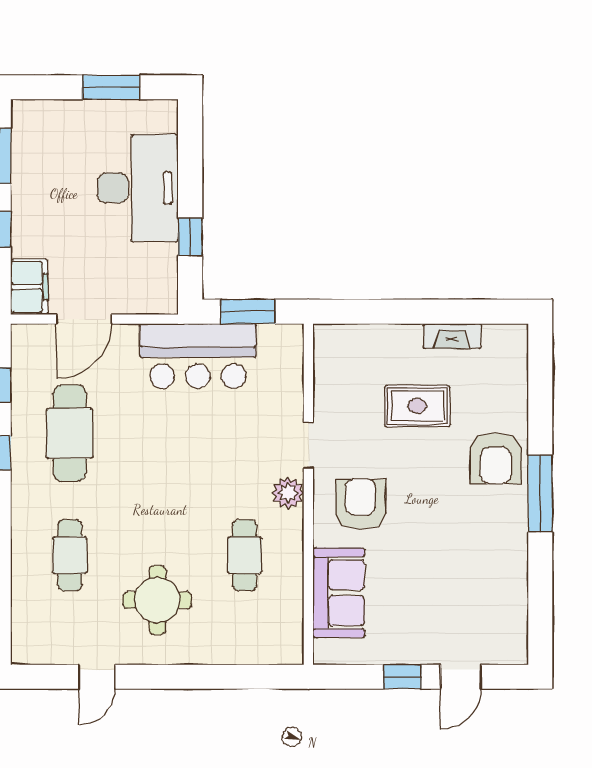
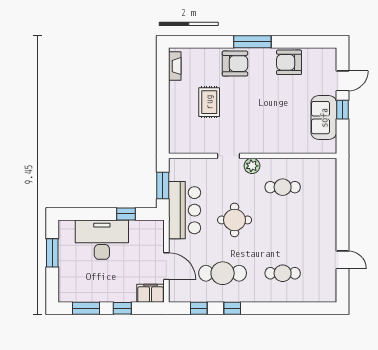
fireplace: (452, 336) -> (175, 66), moved
armchair: (360, 504) -> (289, 62), moved
sofa: (339, 593) -> (324, 118), moved, turned -90
round table: (157, 600) -> (235, 220), moved
door: (461, 677) -> (342, 81), hinge flipped

